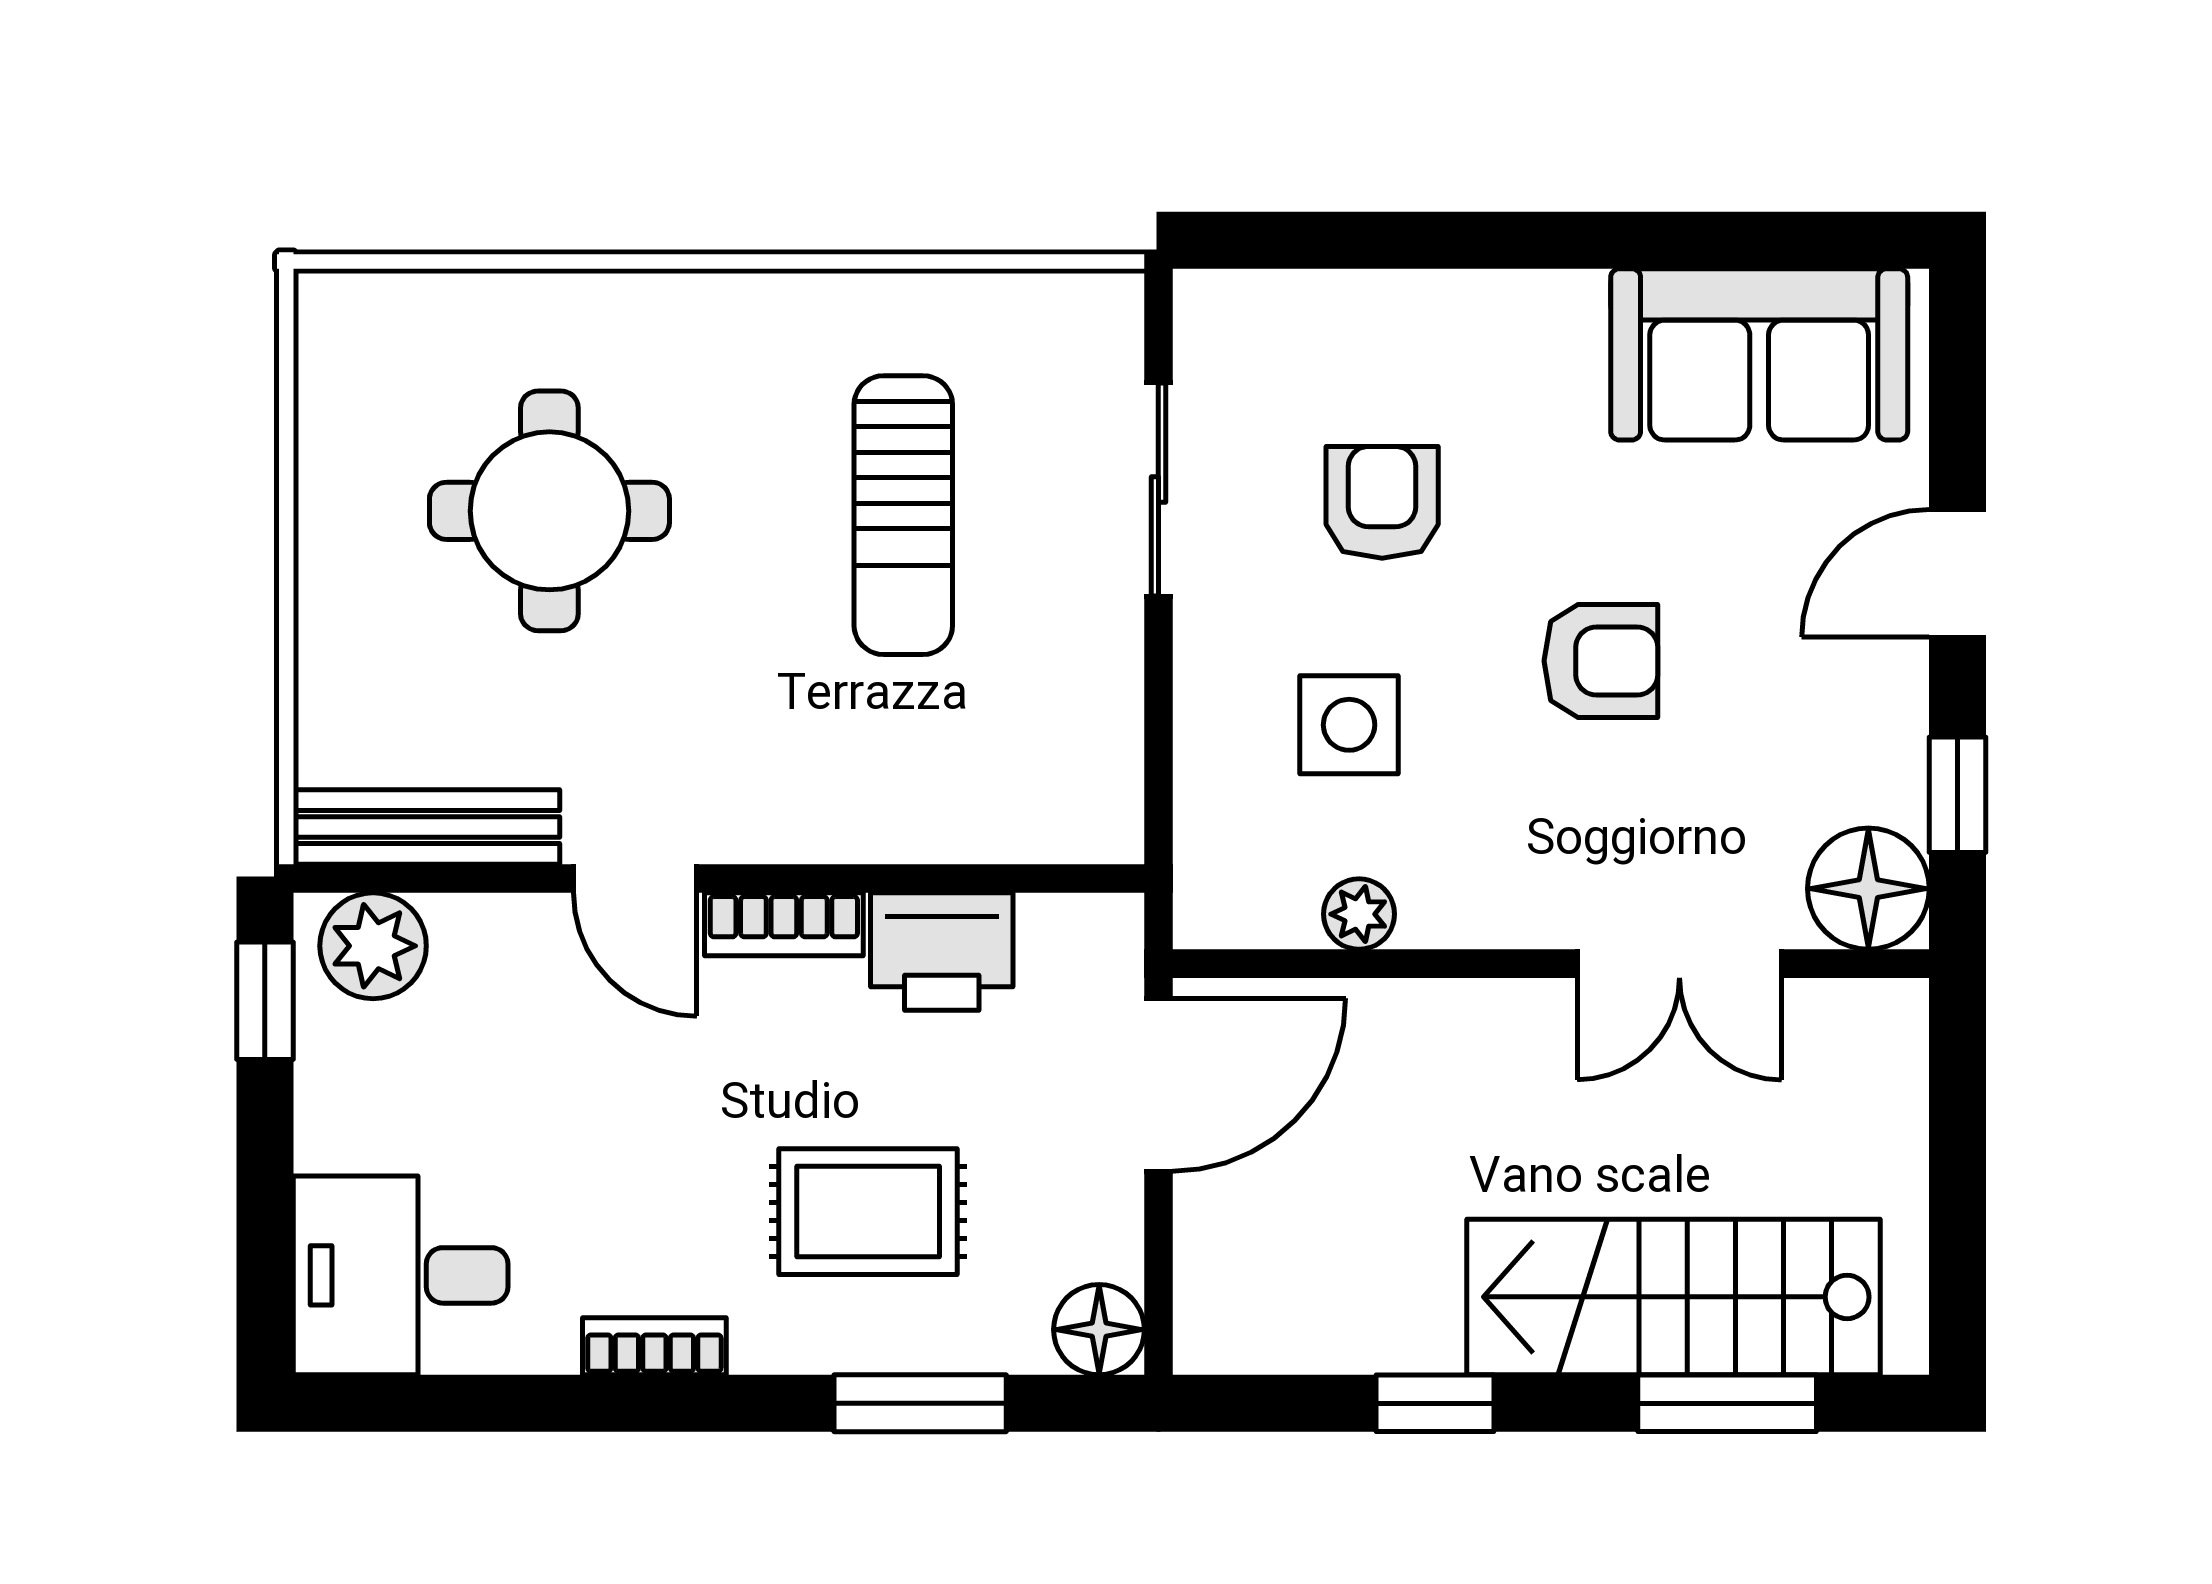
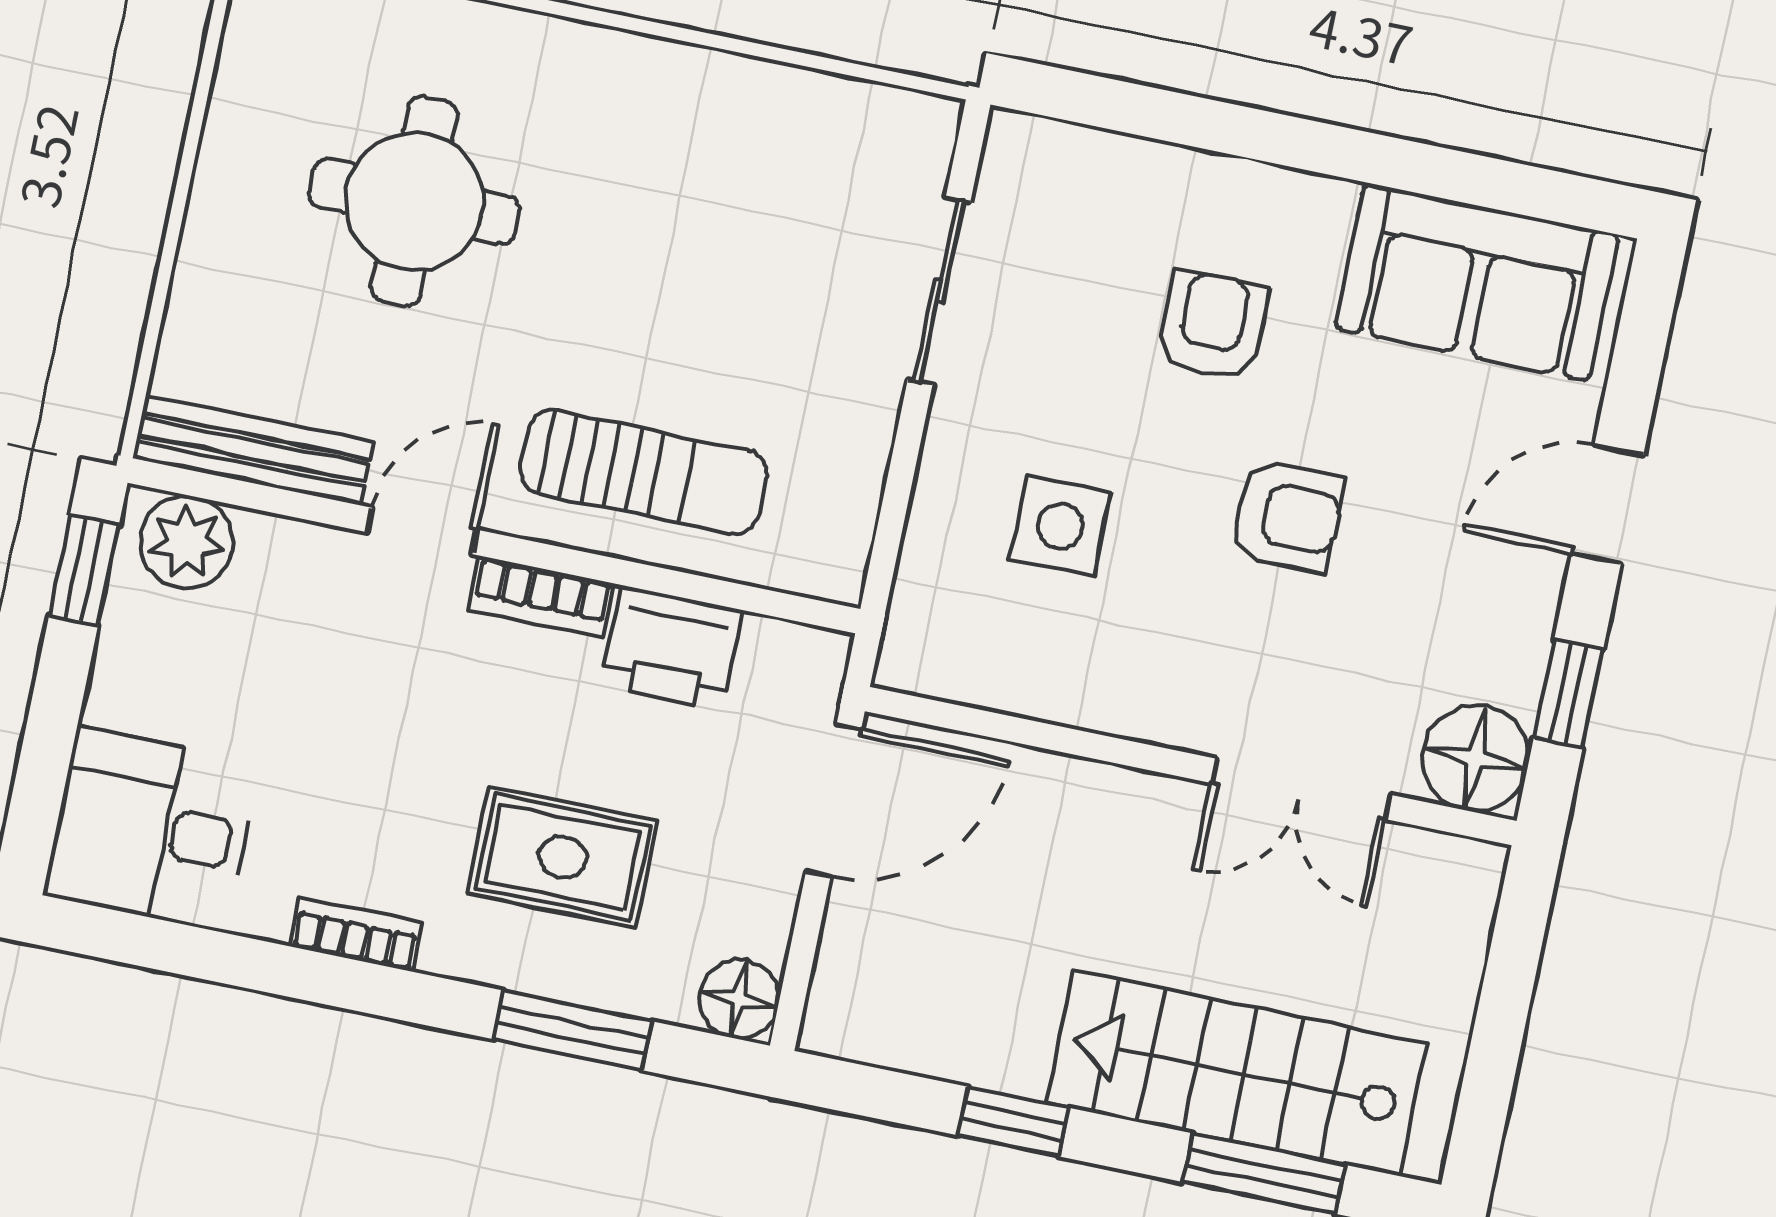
armchair: (1382, 502) -> (1212, 326), moved
sun lounger: (903, 515) -> (644, 472), moved, turned -90
door: (635, 878) -> (422, 531), swing flipped
plant: (1359, 914) -> (1035, 690), removed

